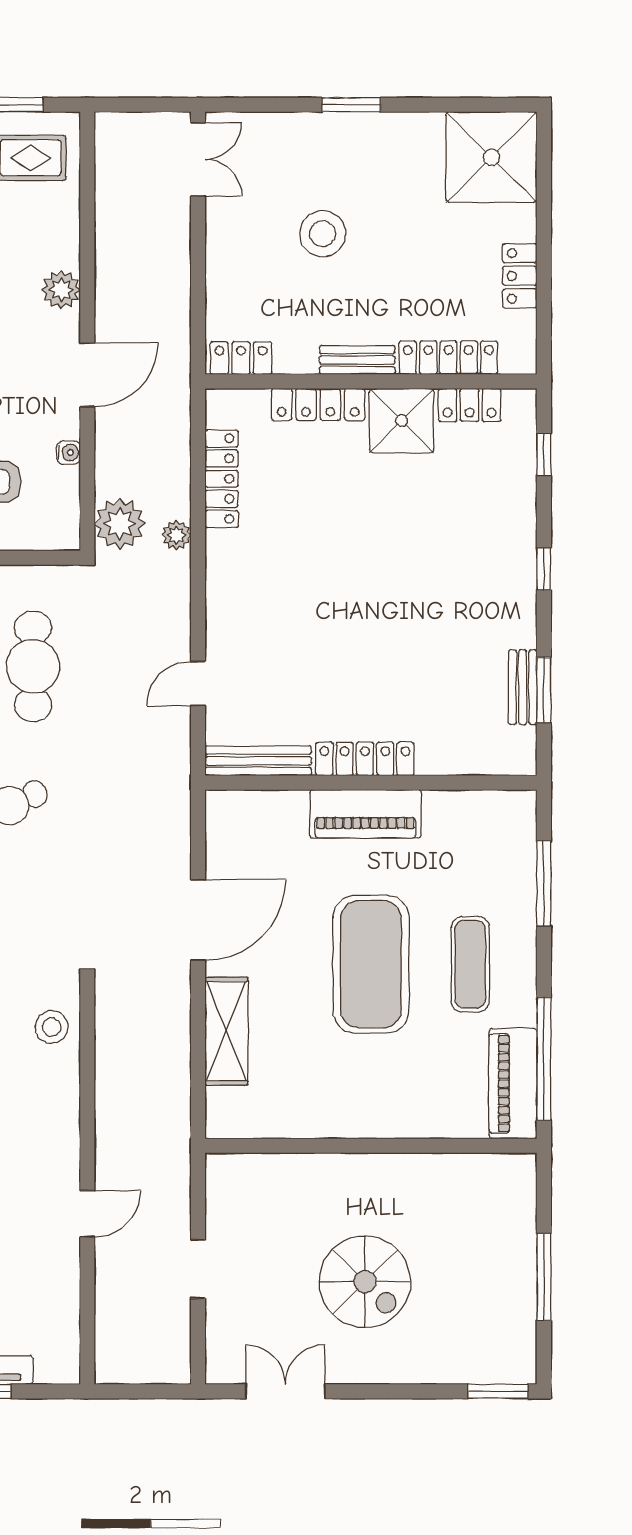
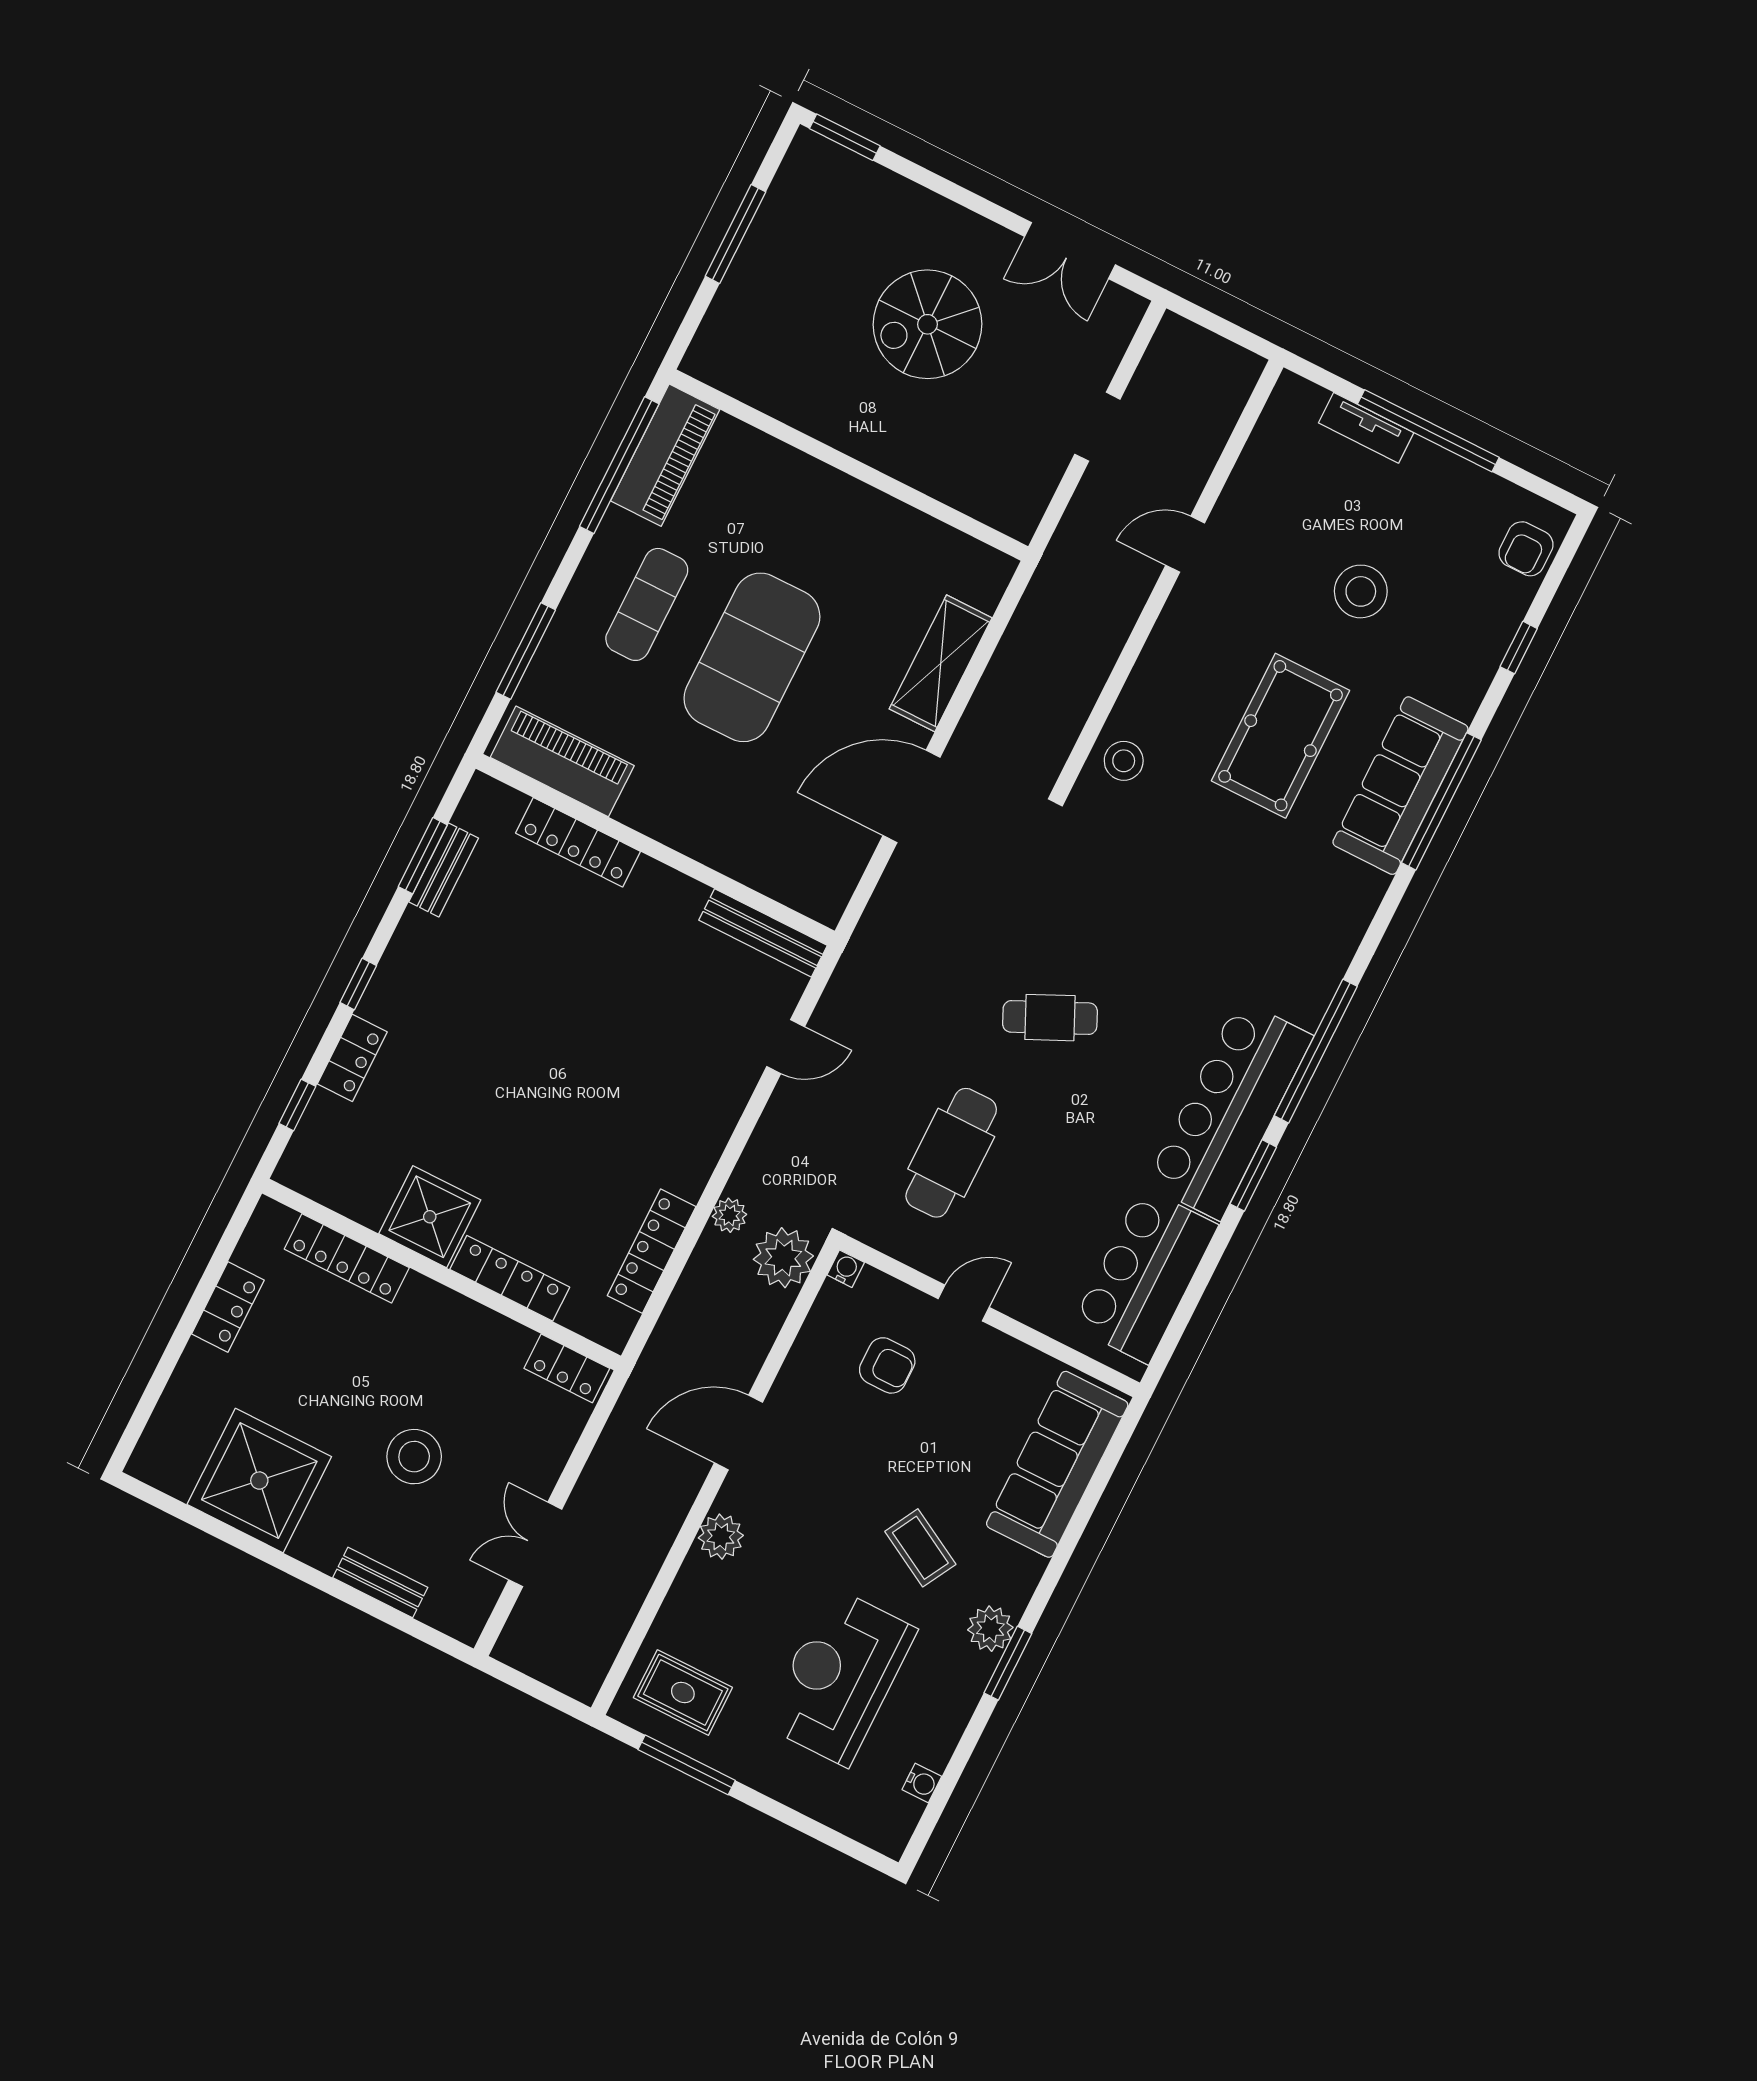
window: (351, 105) -> (315, 1578), removed
shower: (491, 157) -> (259, 1481), moved
double door: (198, 159) -> (535, 1544), moved
bench: (357, 360) -> (380, 1583), moved
locker: (470, 405) -> (352, 1058), moved, turned 90
water cooler: (69, 453) -> (846, 1269), moved, turned 90
locker: (365, 759) -> (578, 842), moved
piano: (365, 814) -> (562, 761), moved
spiral stairs: (365, 1282) -> (928, 324), turned -90

